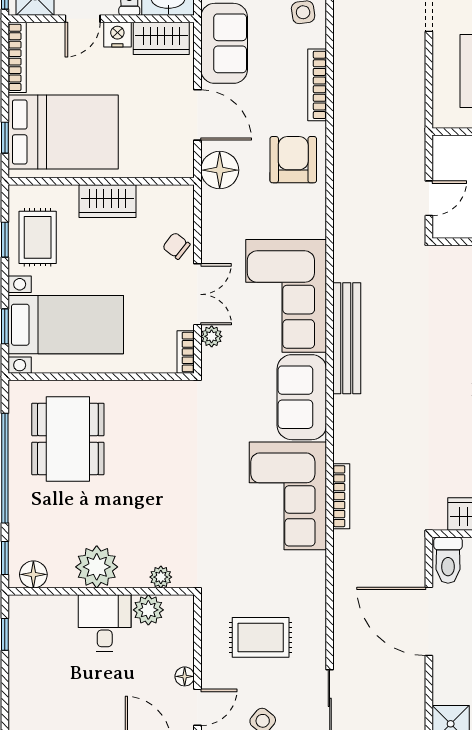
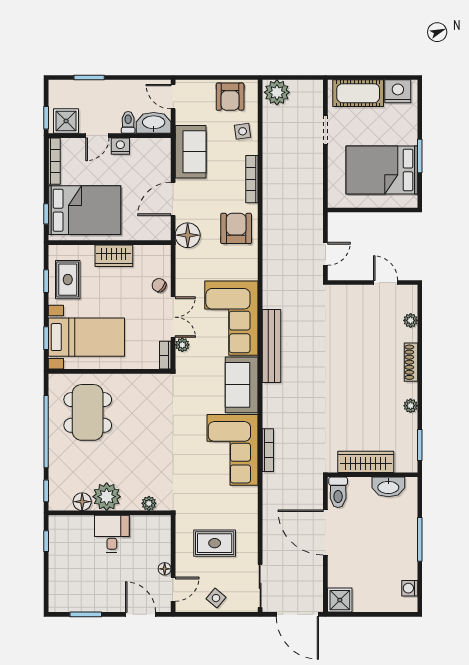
wardrobe: (161, 38) -> (149, 148), removed
door: (198, 115) -> (173, 199), swing flipped
floor lamp: (33, 574) -> (82, 502), moved
plant: (148, 610) -> (141, 525), removed

